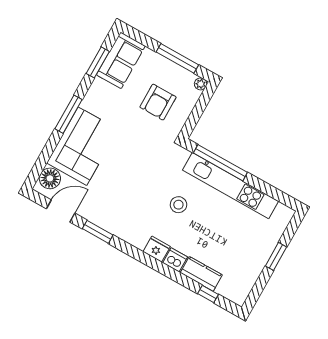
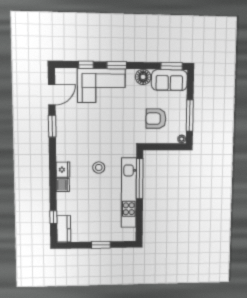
window: (98, 62) -> (172, 66), moved
window: (69, 114) -> (117, 65), width x0.69
window: (48, 151) -> (86, 65), added
floor lamp: (50, 178) -> (143, 77), moved
door: (61, 211) -> (52, 95), hinge flipped
kitchen counter: (201, 274) -> (64, 229), moved

